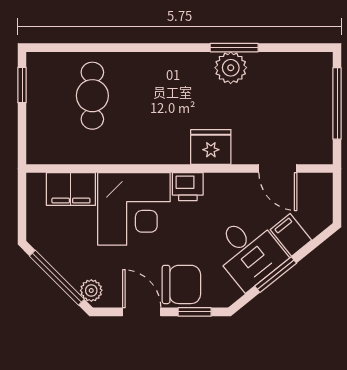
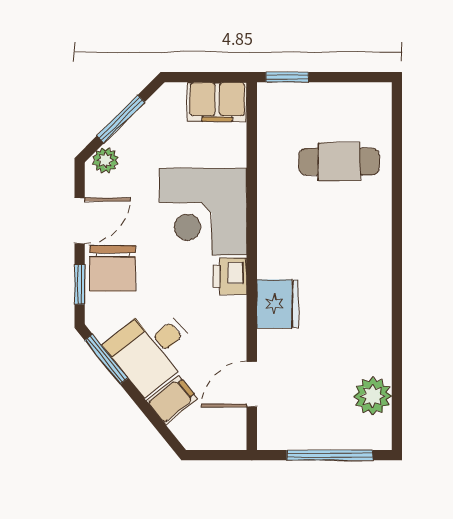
window: (234, 48) -> (397, 332), removed
plant: (231, 68) -> (373, 396), moved
window: (22, 85) -> (287, 77), moved
filing cabinet: (71, 189) -> (217, 102), moved, turned -90
window: (276, 275) -> (106, 359), moved
window: (57, 278) -> (121, 119), width x0.69

